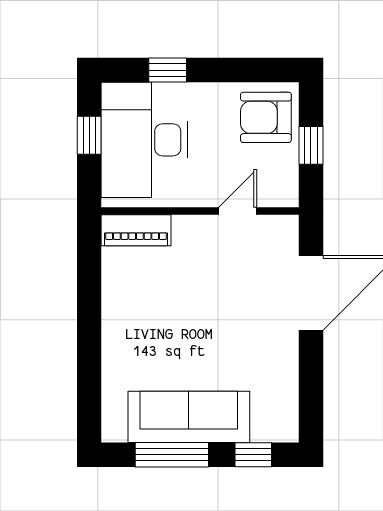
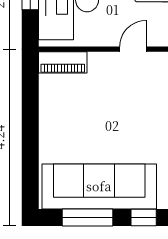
sofa: (189, 417) -> (99, 186), width x1.36, depth x1.27

